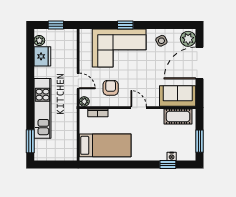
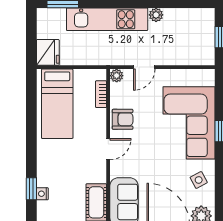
plant: (39, 40) -> (156, 15), moved
fridge: (42, 56) -> (48, 52), moved, turned -90
armchair: (111, 88) -> (123, 119), moved

